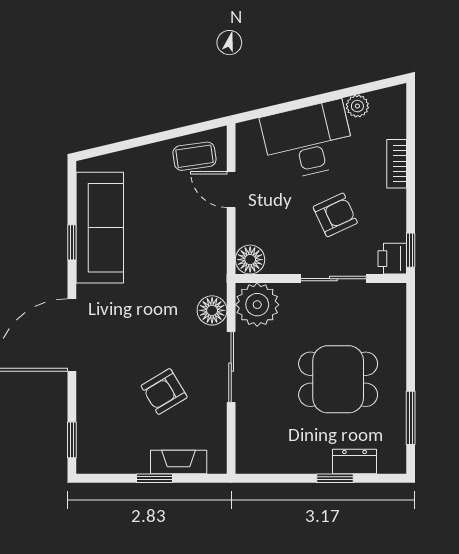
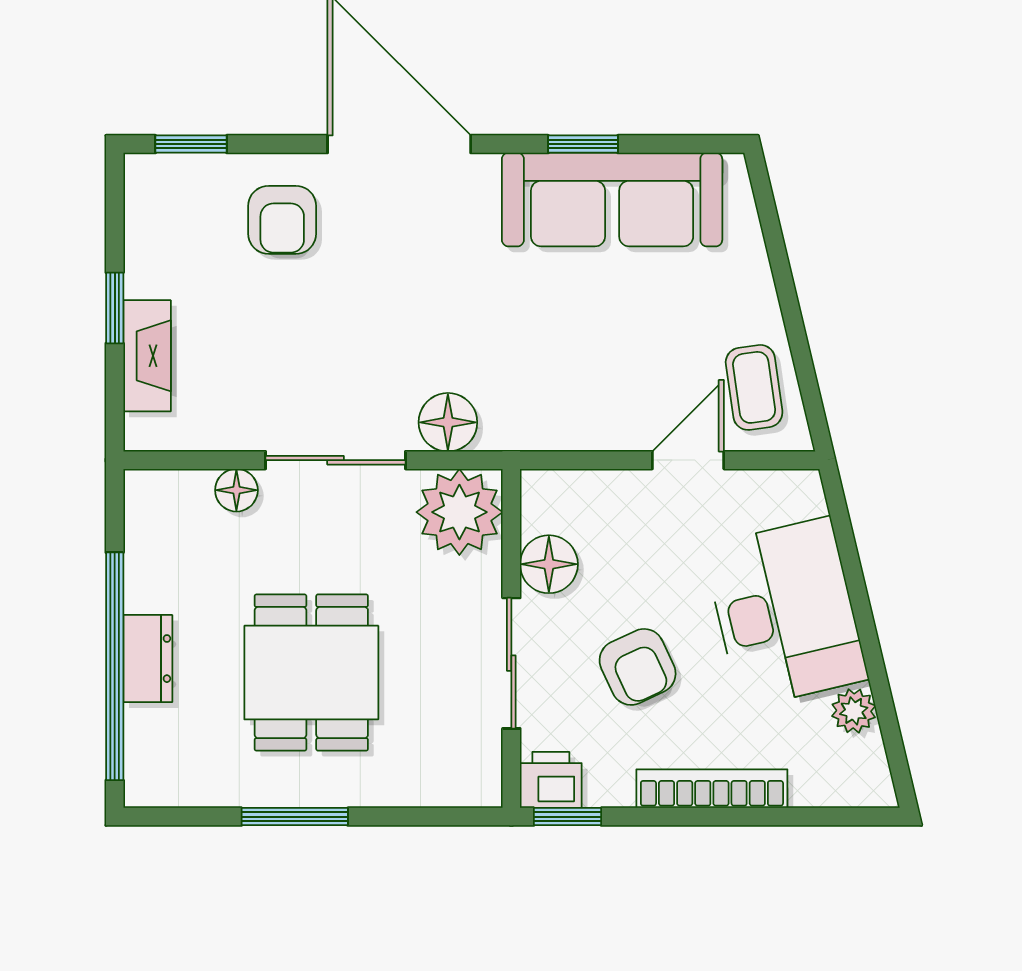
bookcase: (397, 164) -> (712, 789), width x1.56
floor lamp: (250, 260) -> (549, 564), moved
armchair: (164, 392) -> (282, 220), moved, turned -149
floor lamp: (246, 417) -> (236, 490), added
window: (411, 418) -> (295, 817), moved
dresser: (355, 462) -> (148, 659), moved
window: (335, 478) -> (115, 666), width x3.17

